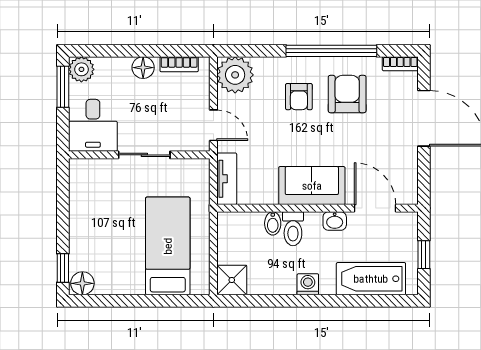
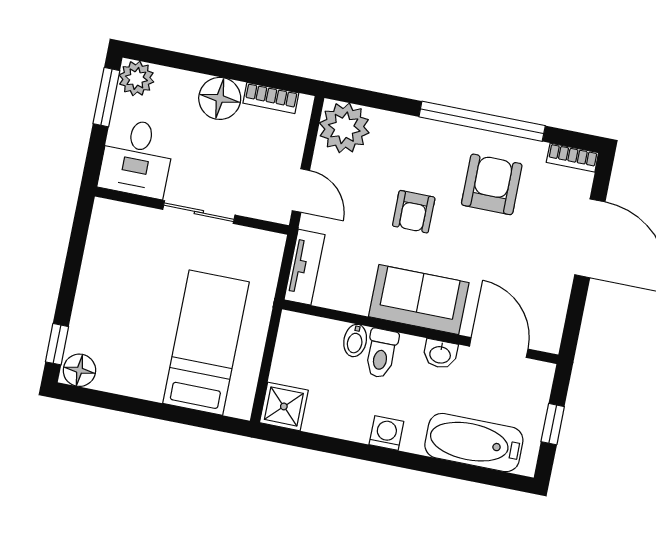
floor lamp: (143, 68) -> (220, 98), width x1.38, depth x1.38
armchair: (299, 97) -> (414, 212), moved

